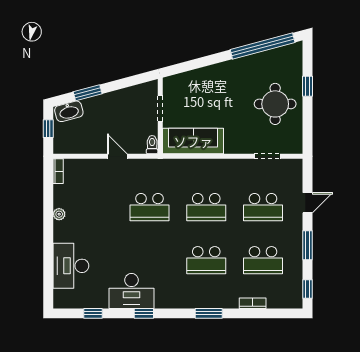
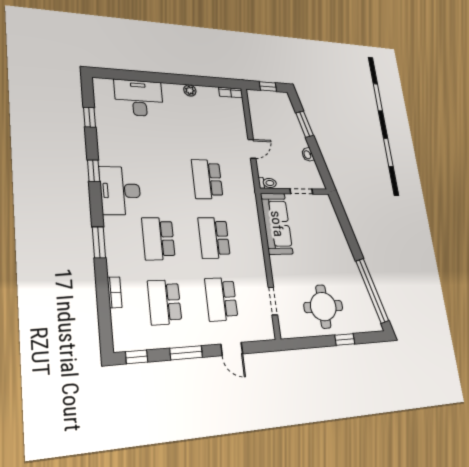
washbasin: (69, 111) -> (308, 155), moved, width x0.52, depth x0.69
desk: (131, 291) -> (120, 191), moved

